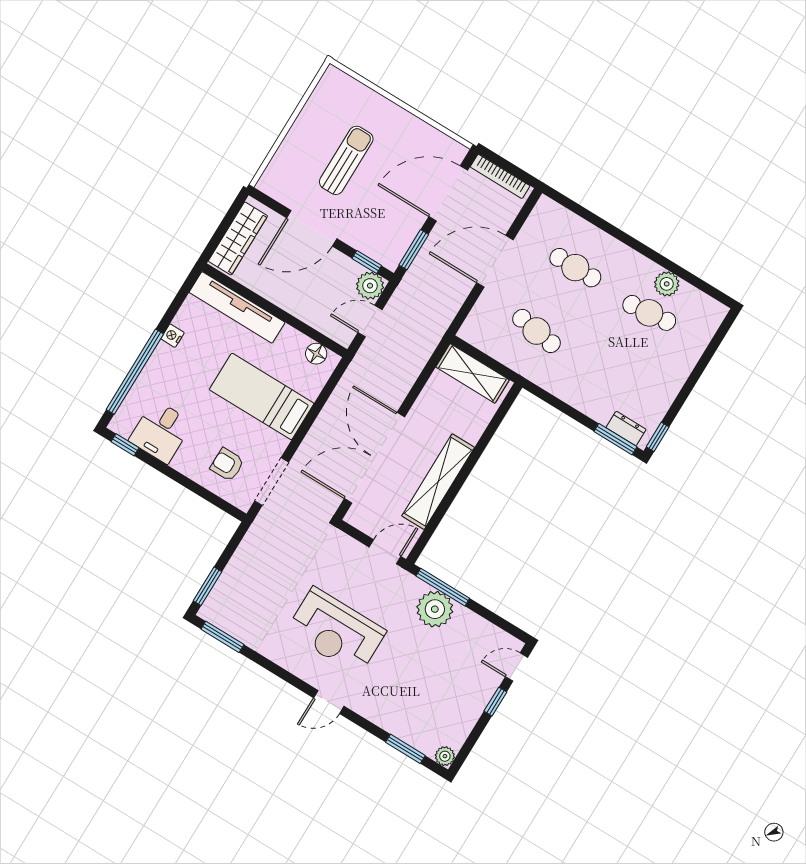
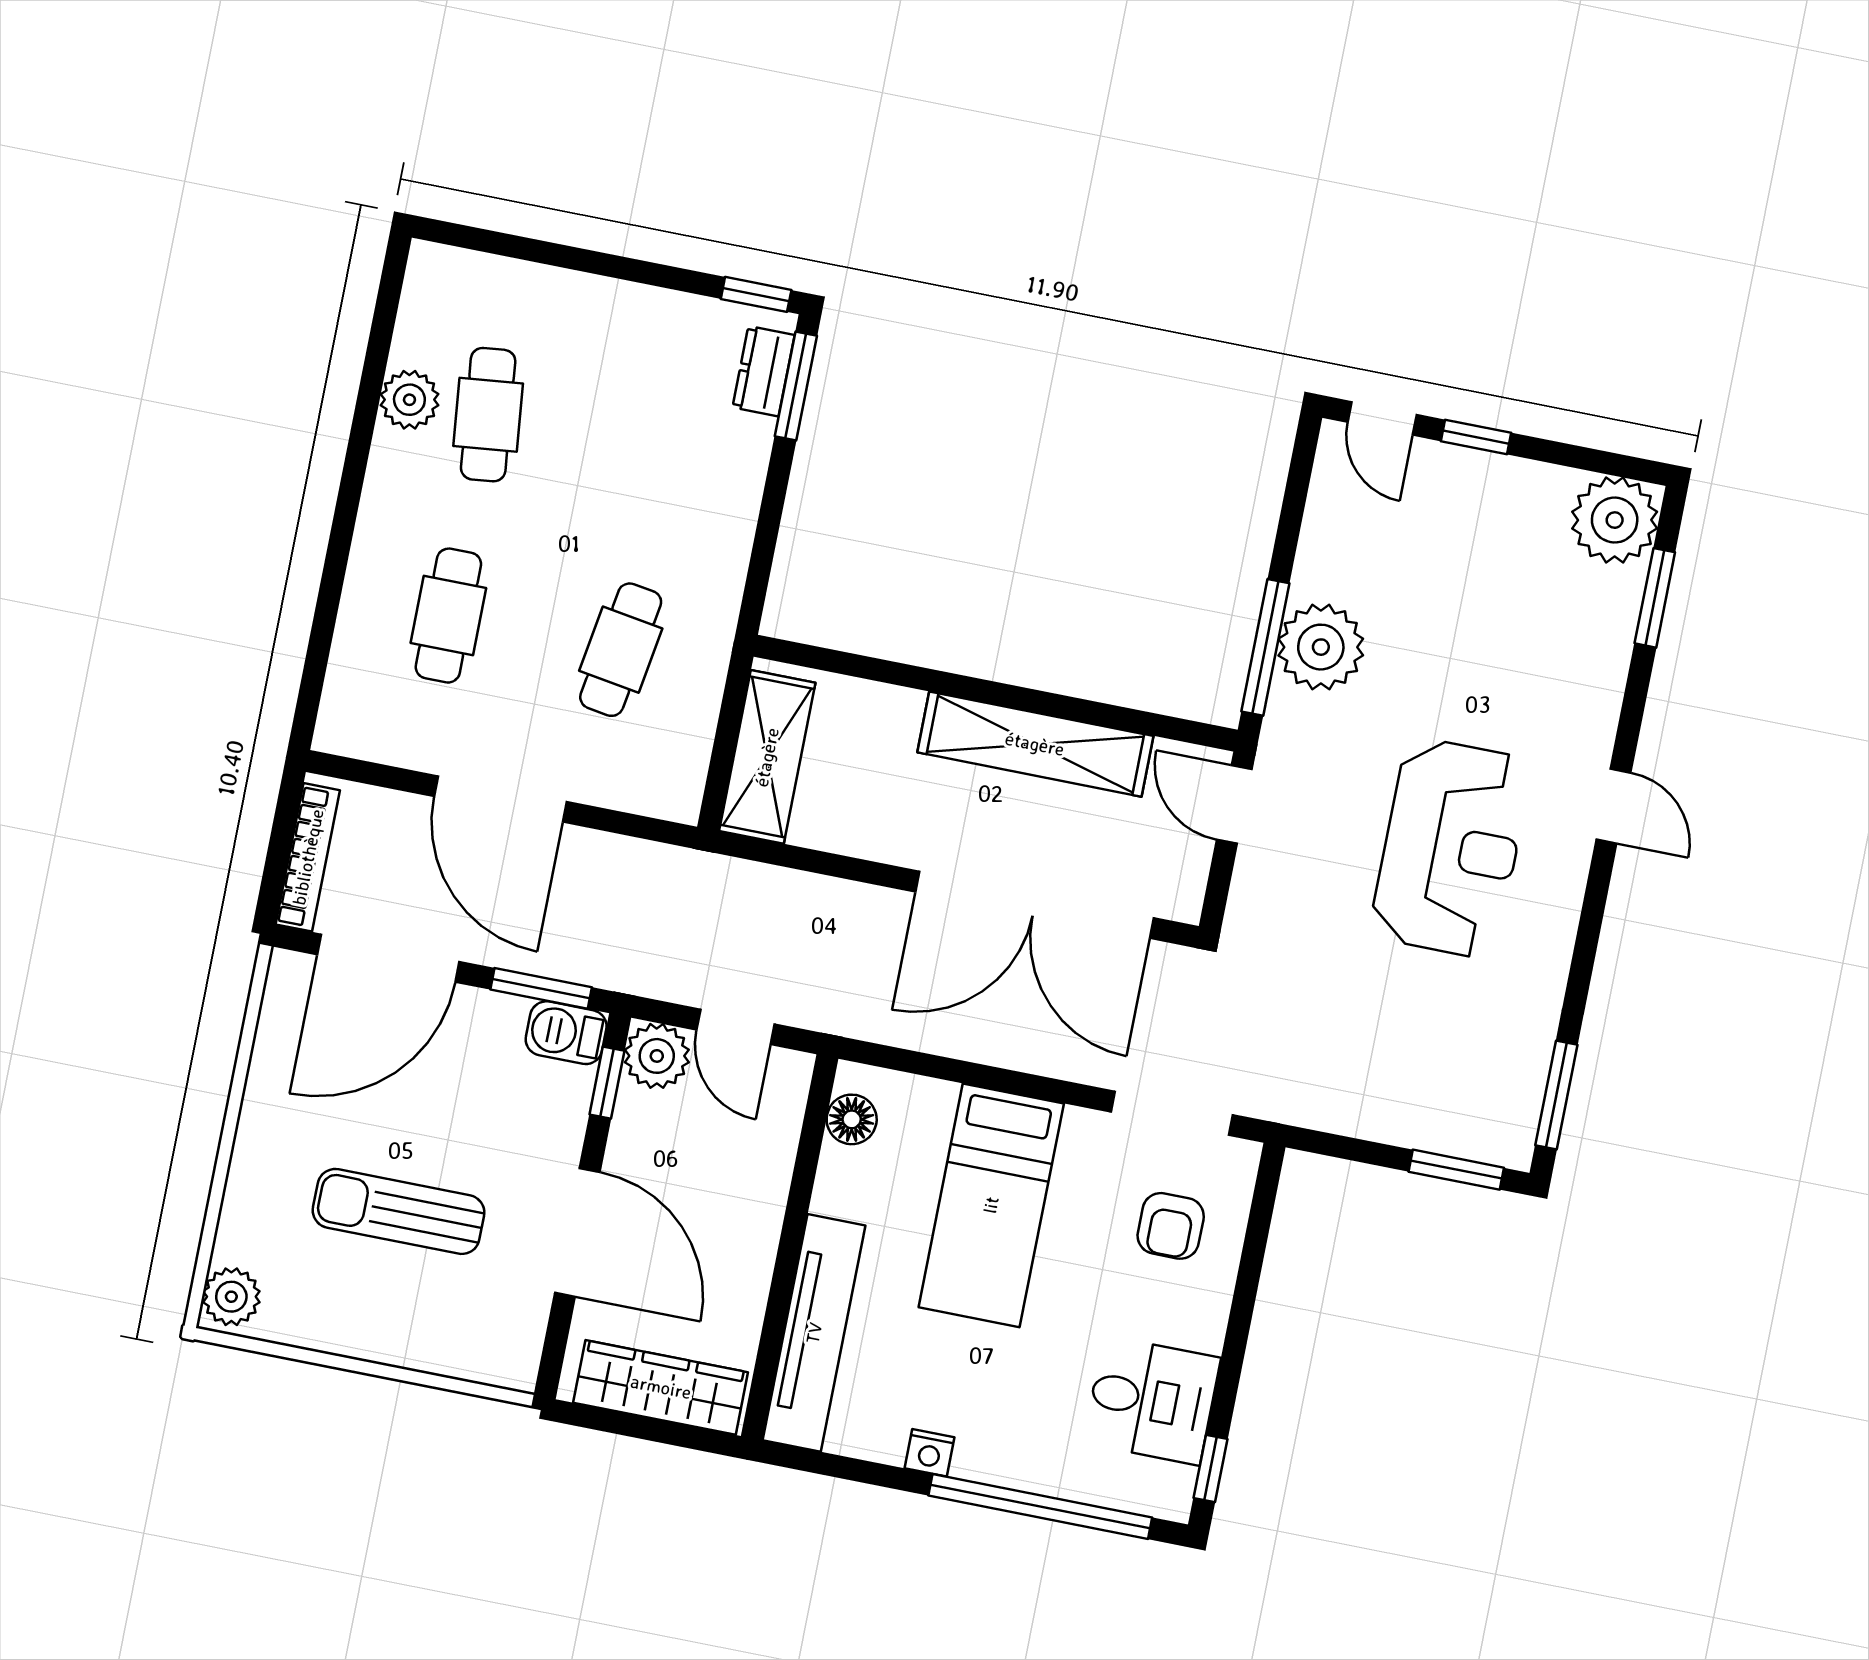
plant: (337, 82) -> (231, 1297), added
door: (448, 193) -> (388, 958), hinge flipped
barbecue: (393, 253) -> (566, 1033), added
plant: (445, 756) -> (1615, 520), width x1.88, depth x1.88

